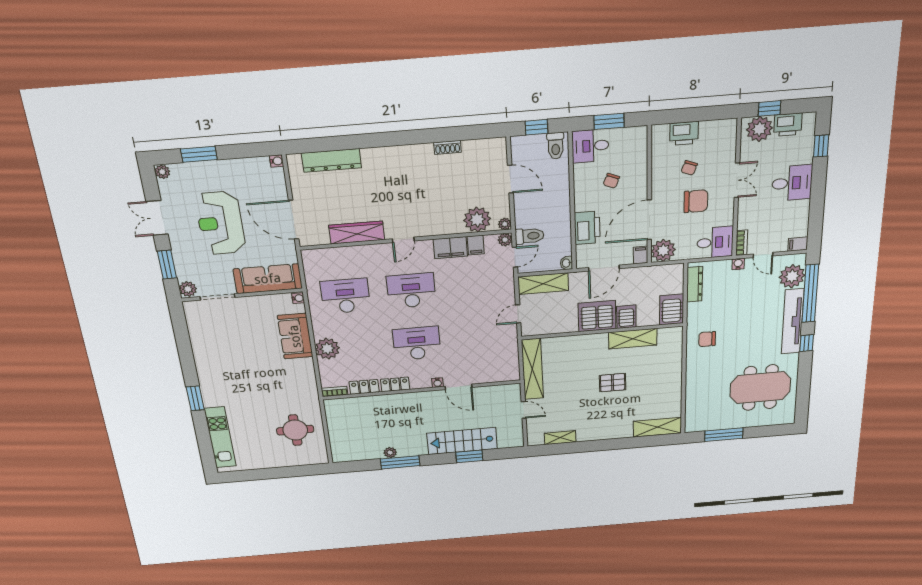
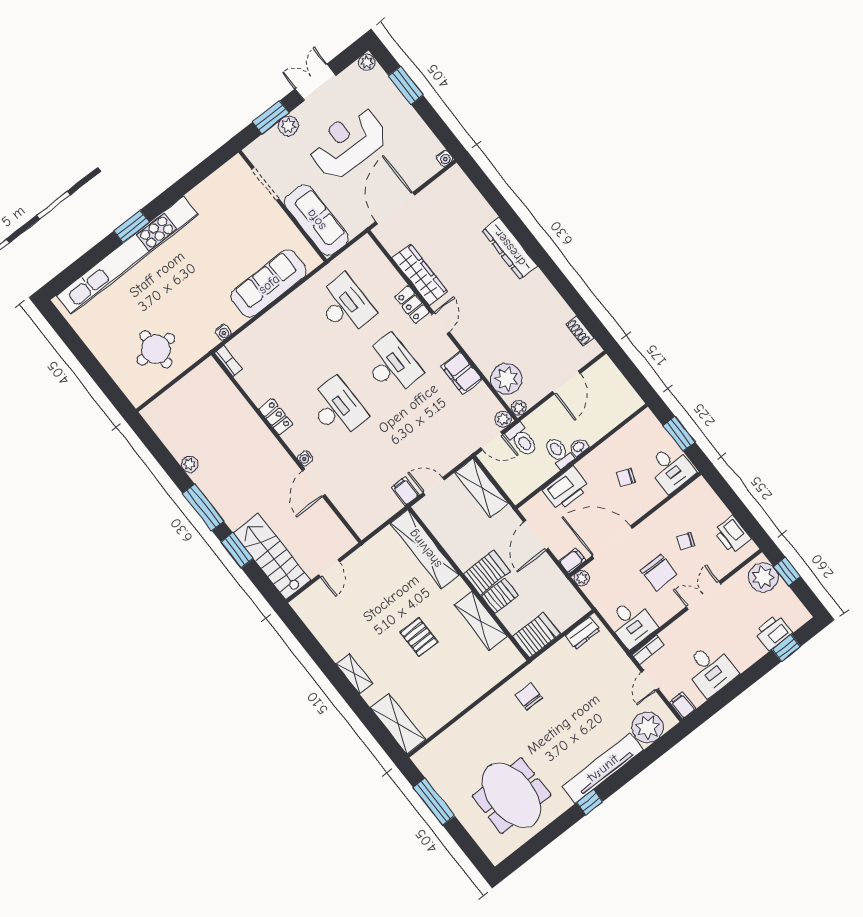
printer: (788, 125) -> (773, 633), moved, turned 90
window: (536, 127) -> (631, 372), removed
printer: (684, 133) -> (732, 535), moved
toilet: (556, 146) -> (559, 452), moved, turned 90
desk: (590, 146) -> (671, 469), moved, turned 180
shoe rack: (448, 147) -> (580, 331), moved
dresser: (331, 160) -> (510, 248), moved
double door: (737, 180) -> (704, 595), swing flipped
desk: (792, 183) -> (710, 669), moved
door: (403, 240) -> (441, 323), swing flipped
filing cabinet: (476, 245) -> (405, 491), moved, turned 90
plant: (663, 250) -> (582, 578), width x0.53, depth x0.53
washbasin: (566, 263) -> (579, 447), moved
water cooler: (738, 264) -> (625, 663), removed
door: (604, 268) -> (536, 535), hinge flipped
dresser: (695, 284) -> (583, 633), width x0.70
plant: (188, 289) -> (288, 126), moved
window: (810, 293) -> (642, 761), removed
water cooler: (298, 298) -> (223, 332), moved
server rack: (597, 316) -> (487, 573), width x0.62
sofa: (295, 336) -> (269, 284), width x1.36
plant: (327, 349) -> (274, 324), removed
shelving: (532, 369) -> (425, 549), moved, turned 90
locker: (364, 387) -> (412, 305), moved, turned 180
kitchen unit: (220, 437) -> (128, 255), width x1.86
shelving: (560, 438) -> (354, 674), moved
stairs: (462, 441) -> (272, 557), moved
window: (400, 462) -> (203, 507), moved

